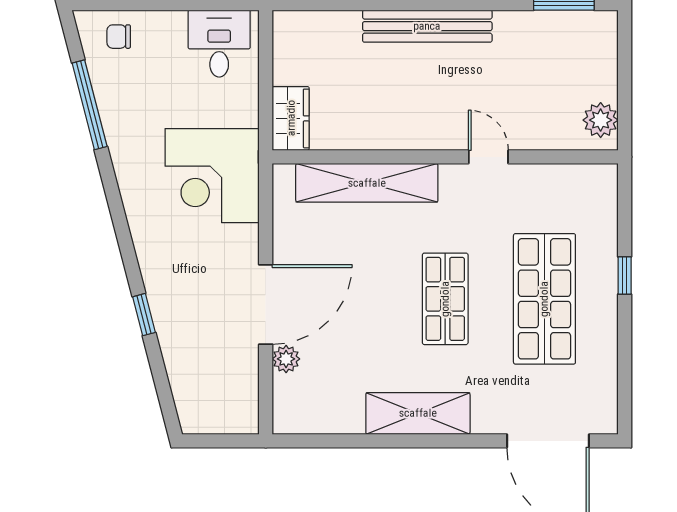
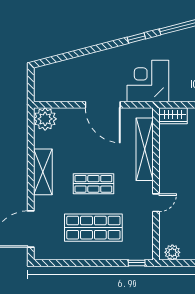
window: (625, 276) -> (137, 263), moved
door: (266, 304) -> (103, 105), moved
window: (144, 315) -> (136, 38), moved
plant: (286, 359) -> (45, 119), moved, width x1.88, depth x1.88

